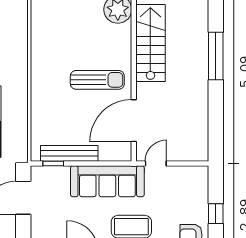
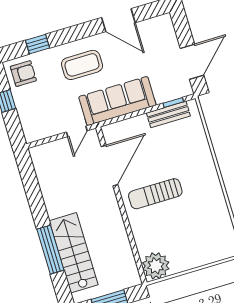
stairs: (150, 43) -> (74, 253), moved, turned 180
bench: (69, 153) -> (168, 114), width x0.73

